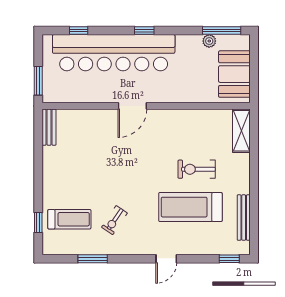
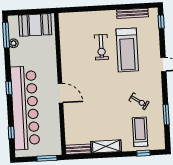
shelving: (241, 131) -> (106, 146), moved

